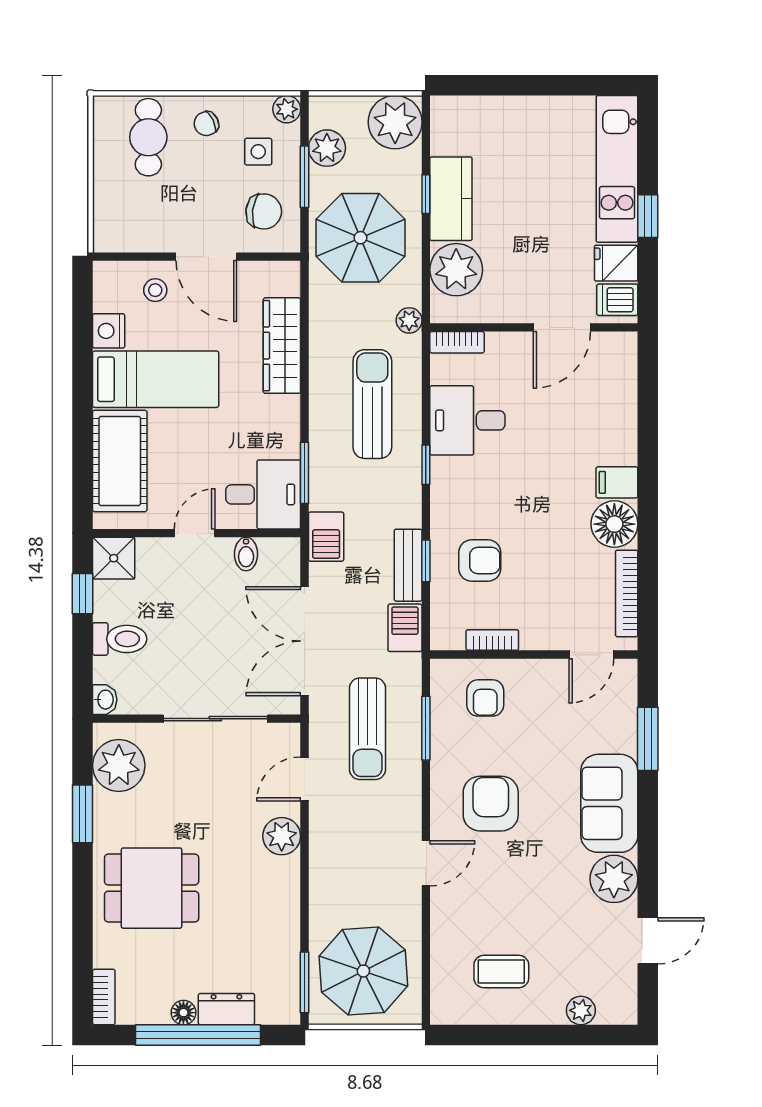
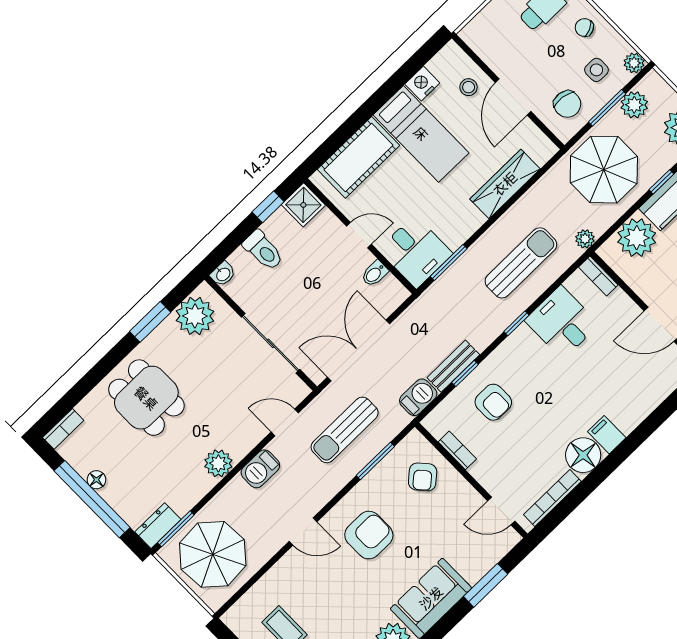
barbecue: (326, 537) -> (260, 469), moved
armchair: (485, 698) -> (423, 477), turned -41
plant: (282, 836) -> (218, 463), moved
dresser: (226, 1009) -> (158, 526), moved, turned -90

